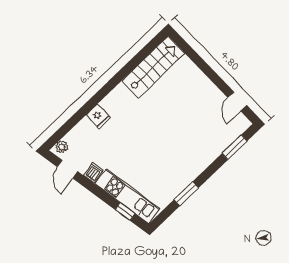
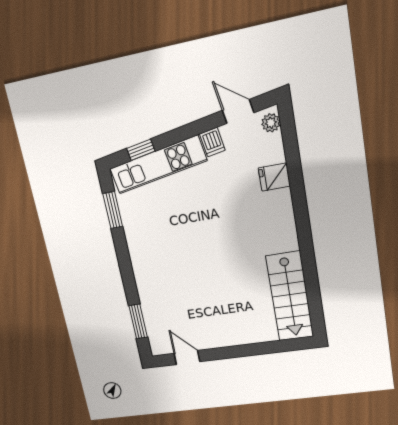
fridge: (98, 116) -> (274, 177), moved
window: (186, 194) -> (113, 210), moved

